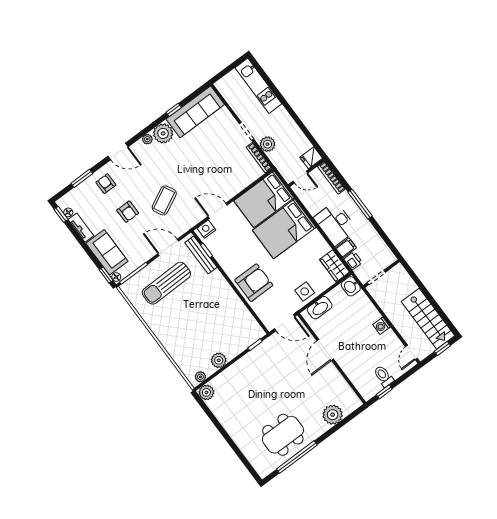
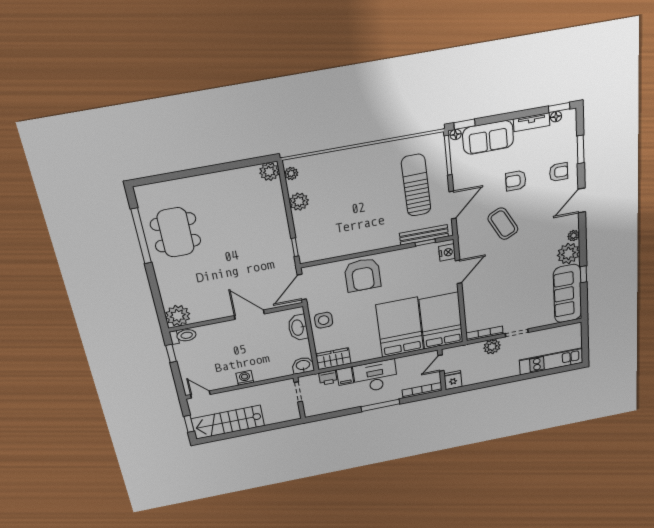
toilet: (384, 376) -> (183, 336), moved
plant: (333, 415) -> (178, 316), moved

